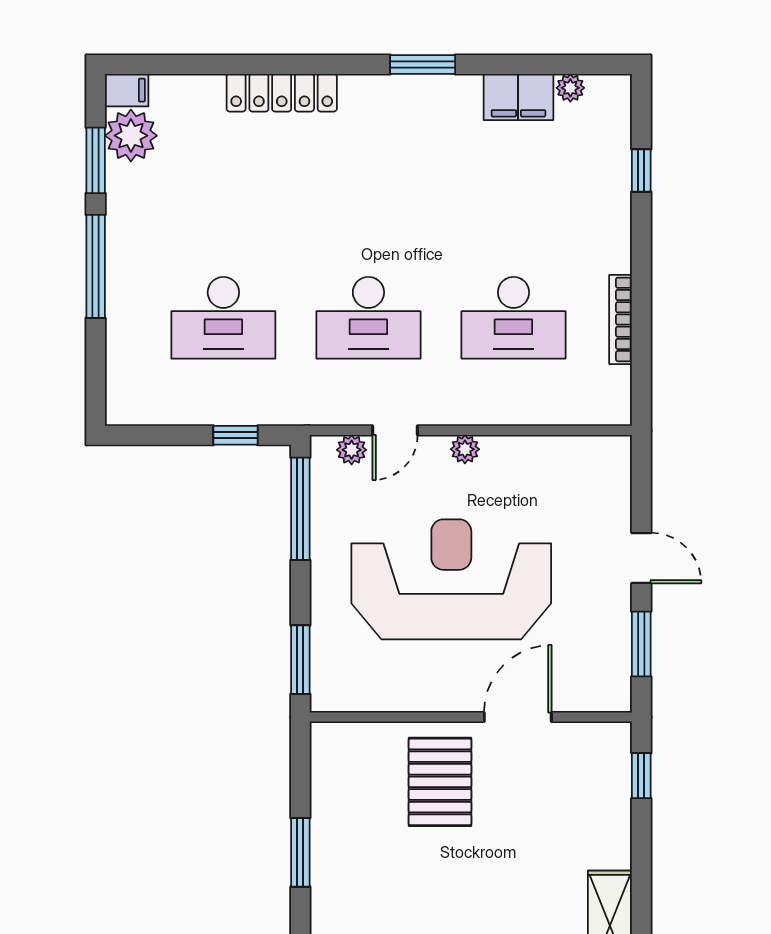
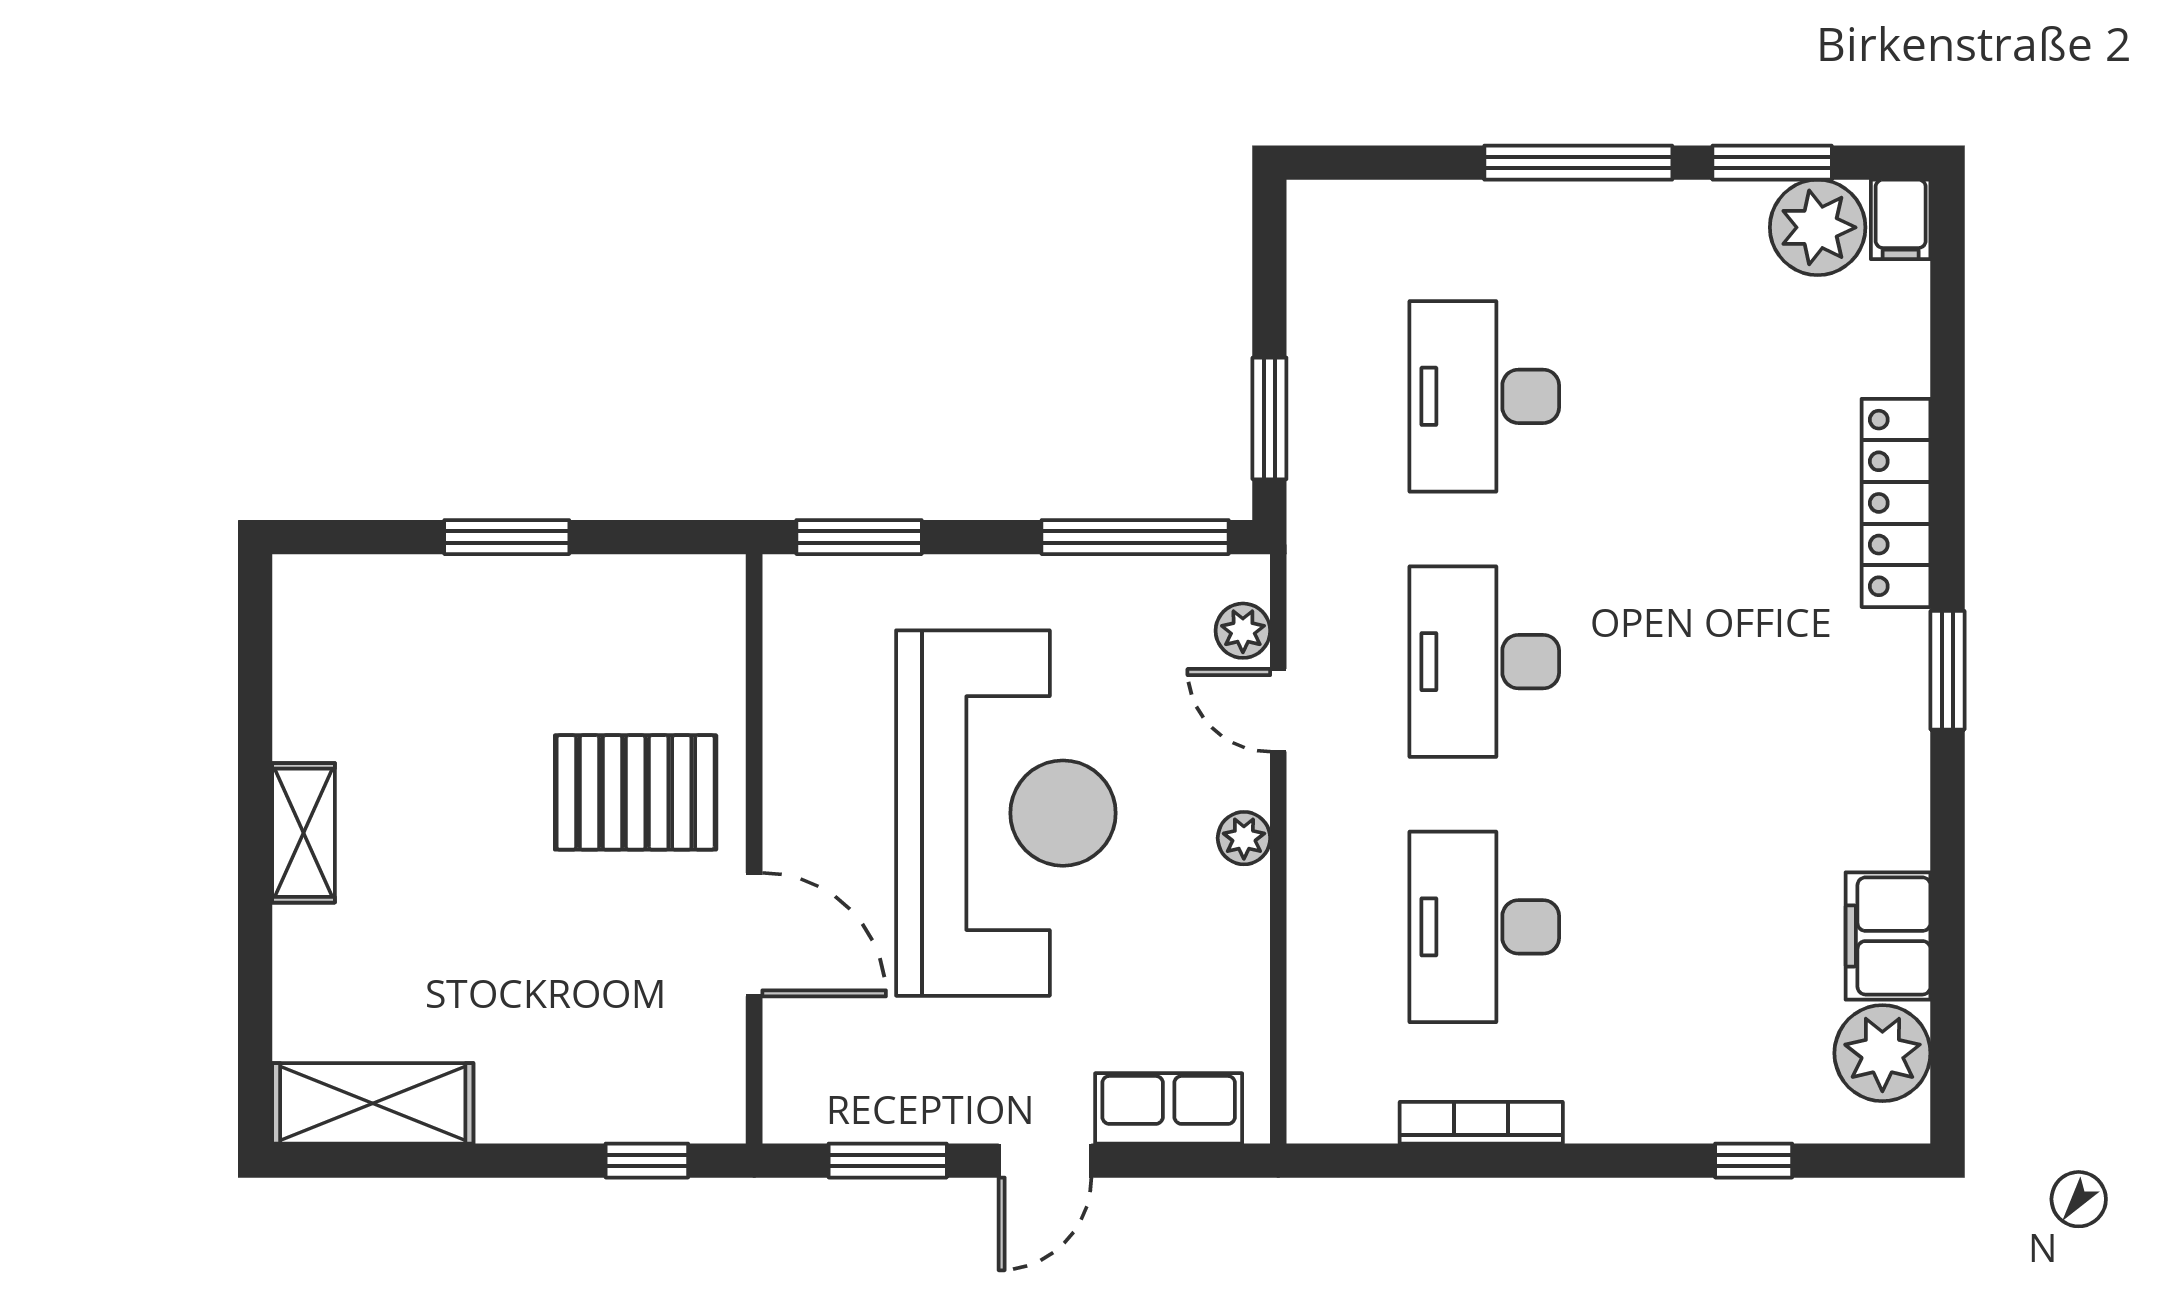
window: (423, 64) -> (1947, 670), moved
plant: (570, 88) -> (1882, 1053), width x1.87, depth x1.87
window: (235, 435) -> (1269, 418), width x1.50
row of seats: (613, 490) -> (1169, 1108), added

